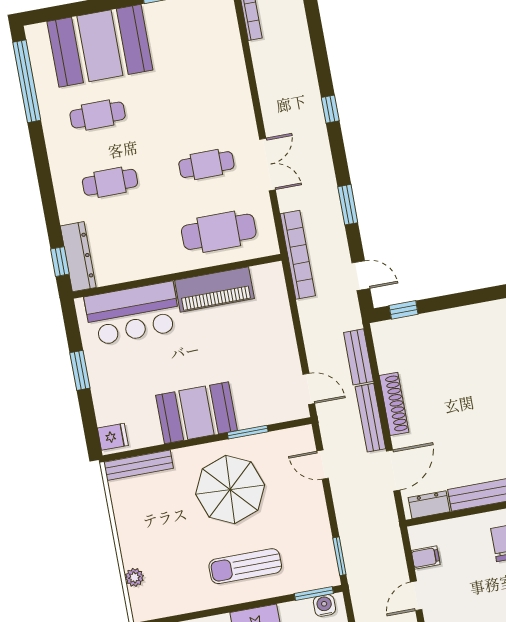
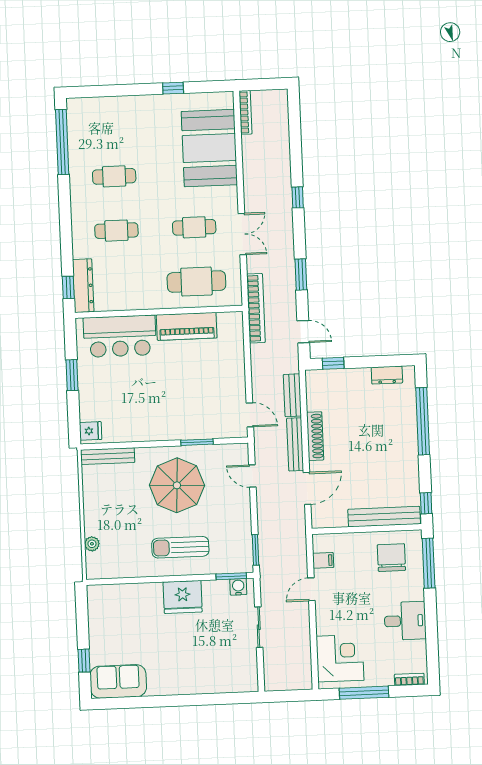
booth: (100, 46) -> (209, 148), moved, turned 90
booth: (197, 413) -> (159, 421), removed
dresser: (429, 505) -> (387, 375), moved, turned 180

